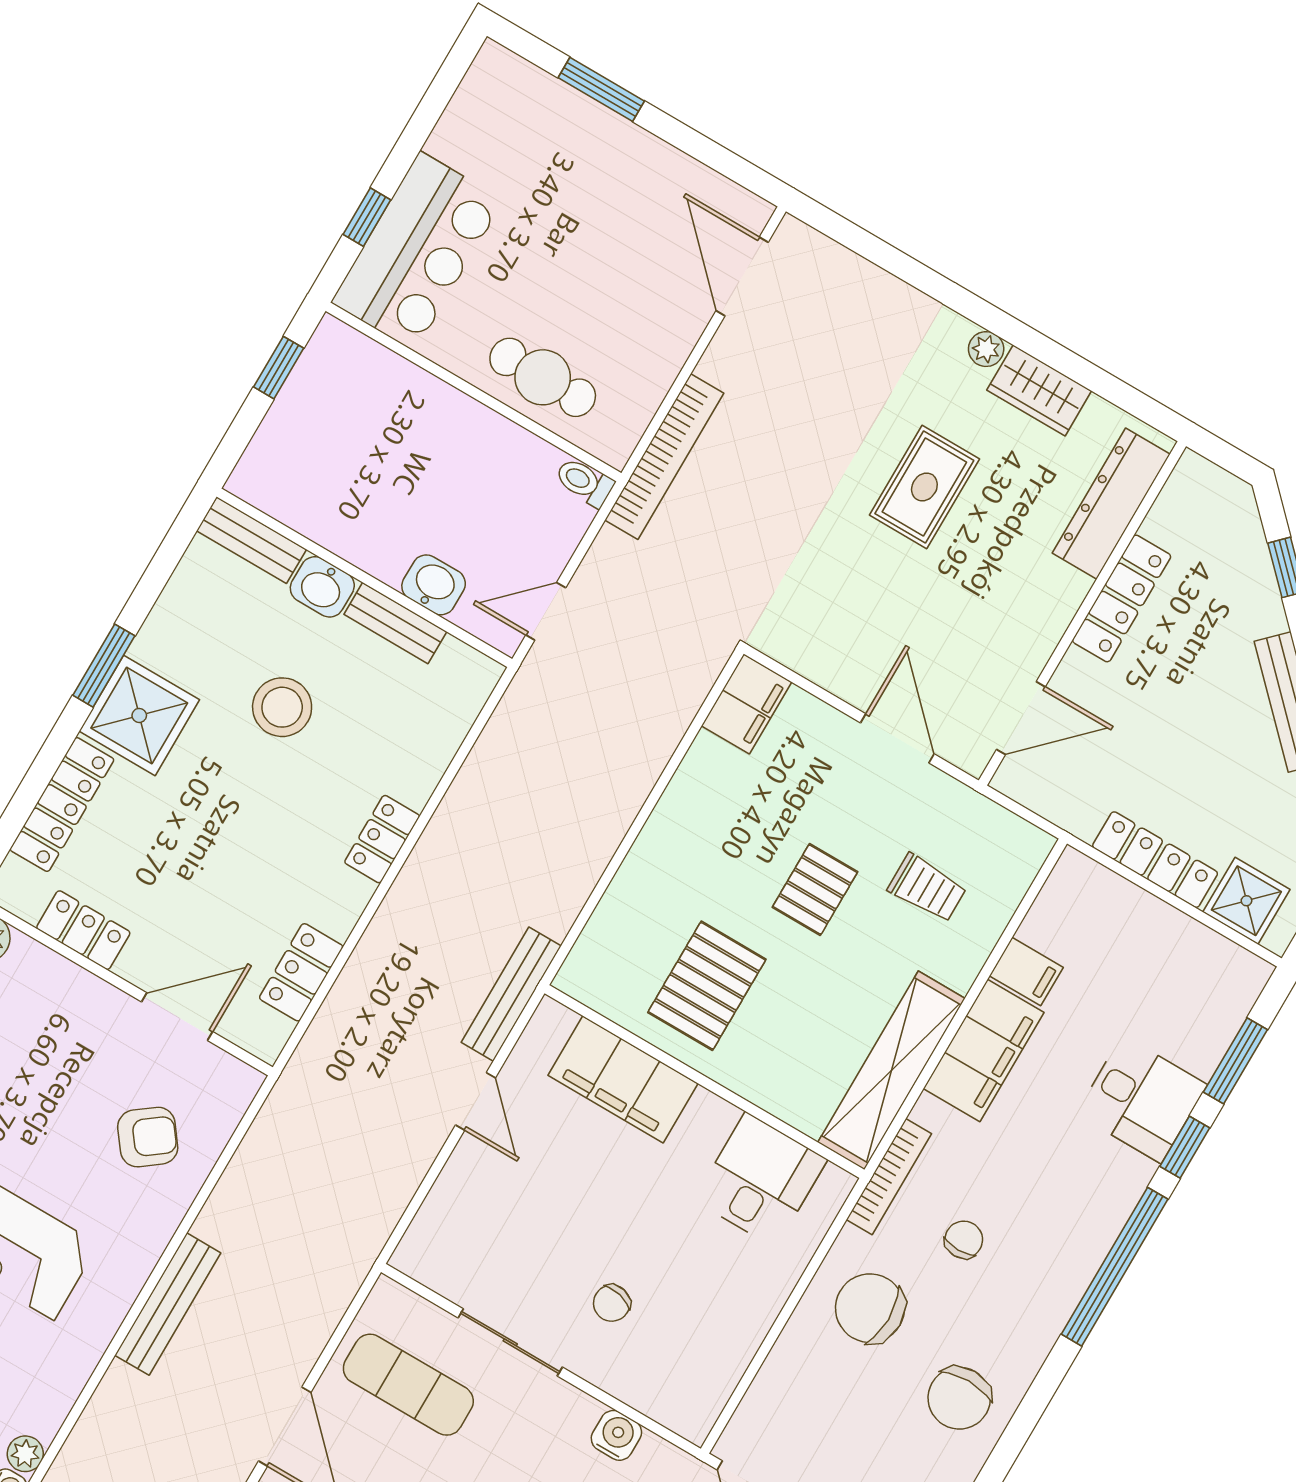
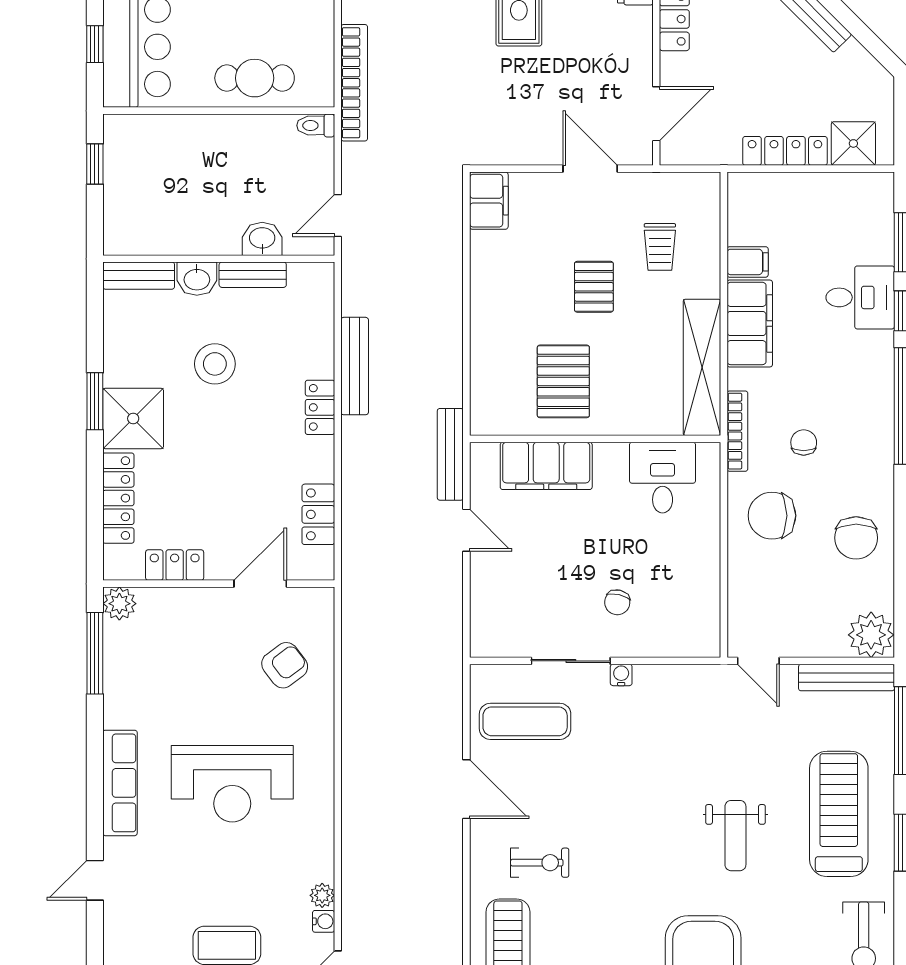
trolley: (927, 888) -> (660, 247), turned 90
bench: (168, 1304) -> (355, 366), moved
water cooler: (616, 1435) -> (621, 675), moved, width x0.72, depth x0.72

